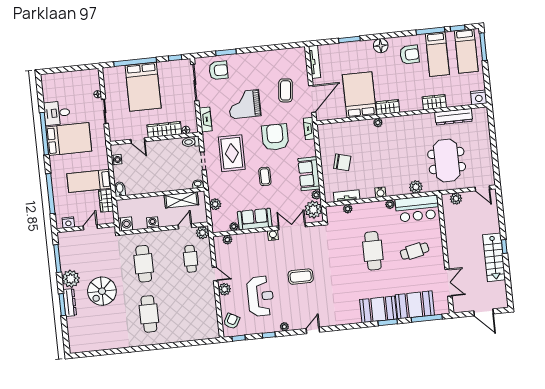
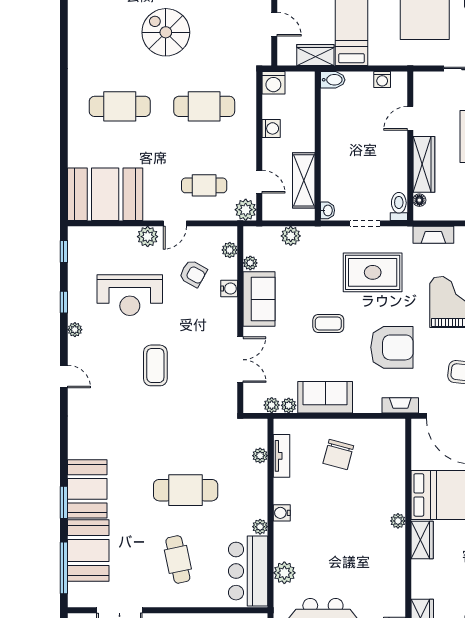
plant: (313, 210) -> (272, 405), width x0.53, depth x0.53
water cooler: (273, 235) -> (229, 289), moved
booth: (202, 317) -> (105, 194), added
armchair: (232, 321) -> (193, 274), moved

